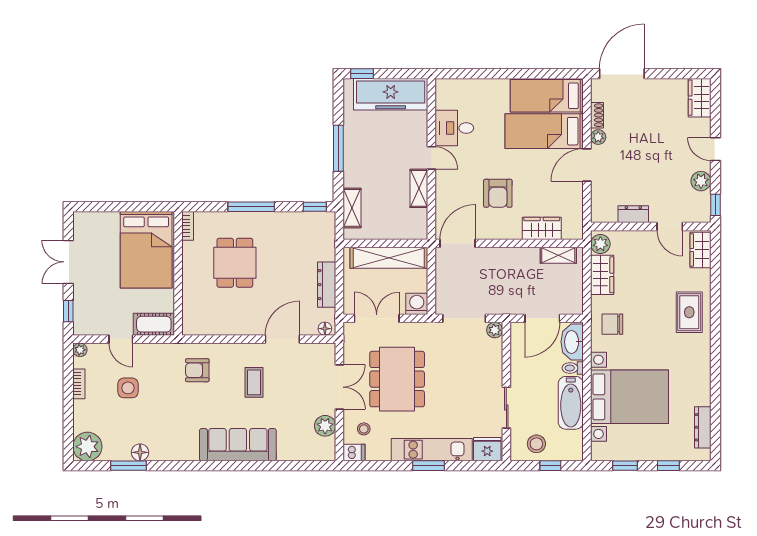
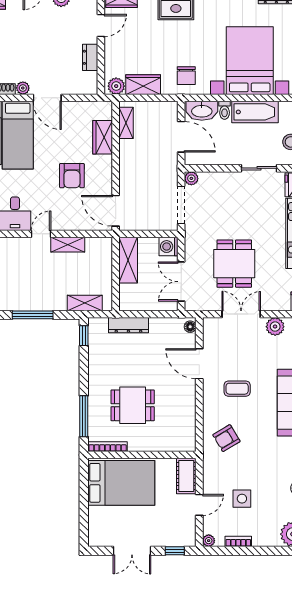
armchair: (498, 193) -> (72, 176), turned 90
window: (251, 207) -> (84, 416), moved
bookcase: (188, 226) -> (108, 447), width x1.56
shelving: (389, 258) -> (128, 260), width x0.68
dresser: (327, 285) -> (128, 325), moved
armchair: (197, 370) -> (226, 438), turned 59
dining table: (397, 379) -> (234, 264), width x0.73
stool: (364, 429) -> (278, 293), removed

